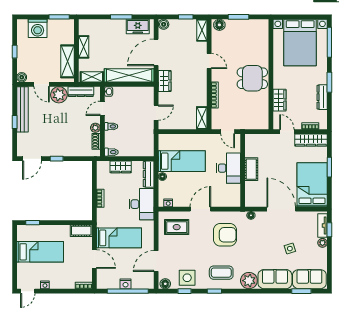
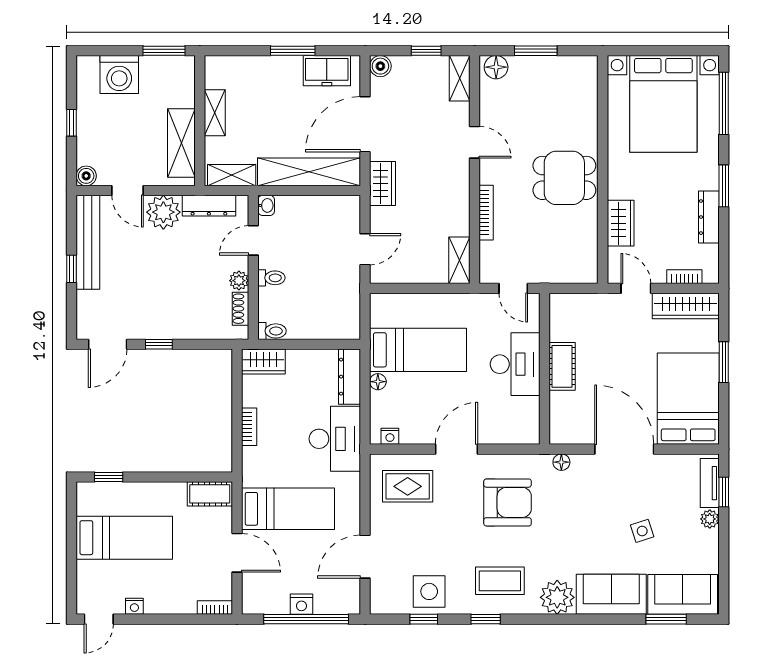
wardrobe: (121, 167) -> (263, 362), moved
floor lamp: (165, 284) -> (384, 604), removed

